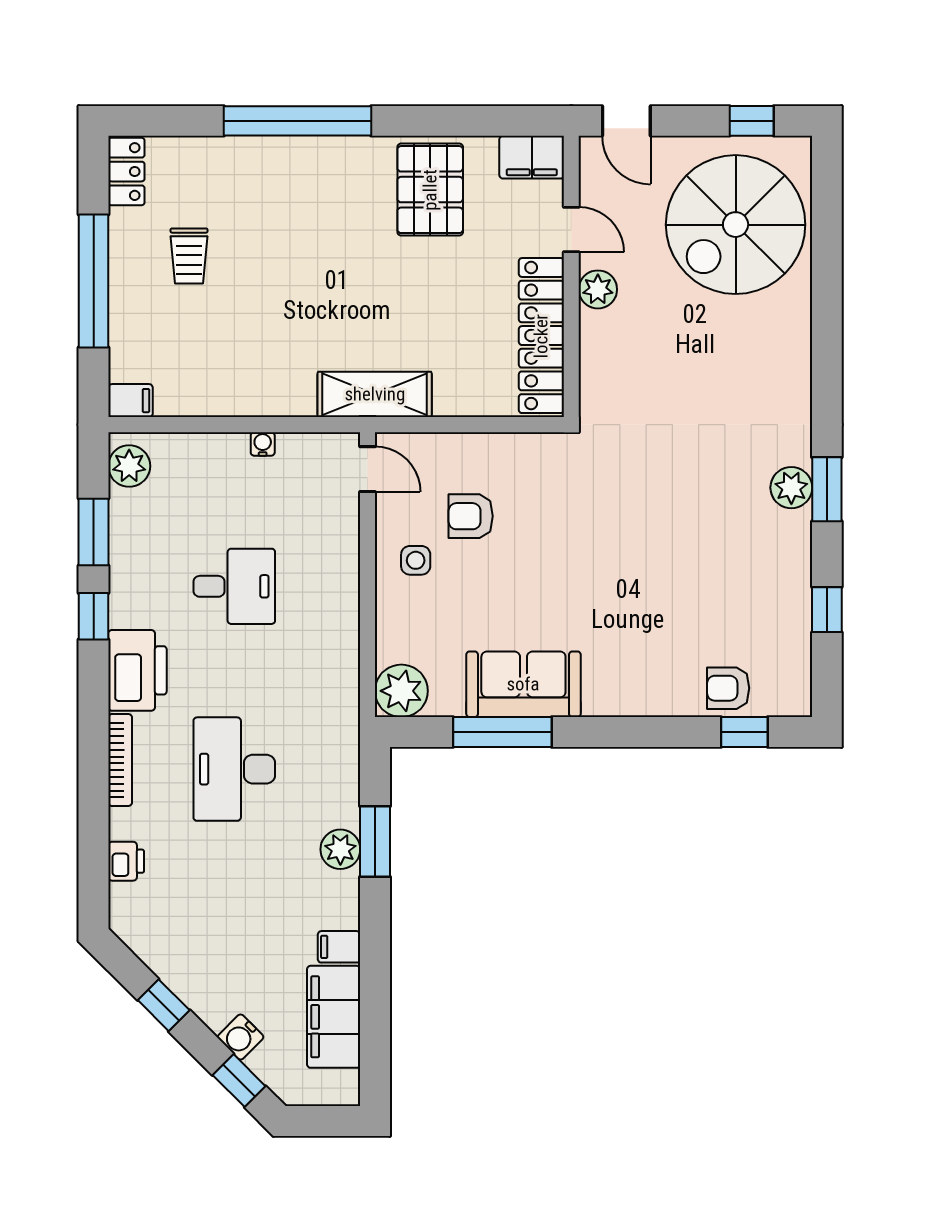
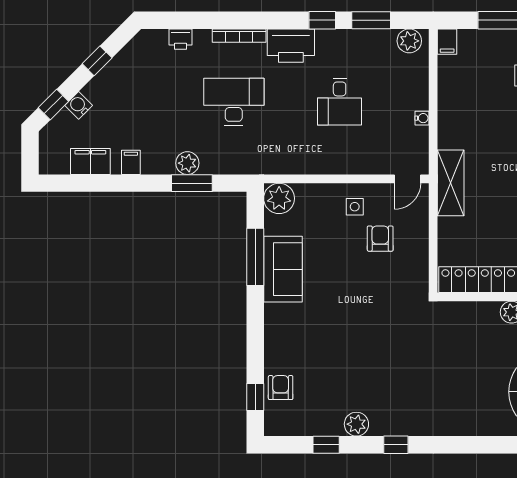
plant: (791, 488) -> (356, 424), moved
window: (827, 489) -> (396, 445), width x0.67
filing cabinet: (334, 1017) -> (90, 161), width x0.67, depth x0.86

